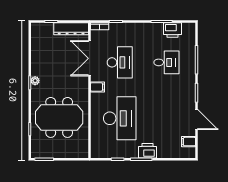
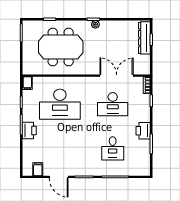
dresser: (71, 29) -> (144, 38), moved
printer: (173, 30) -> (143, 131), moved
filing cabinet: (97, 87) -> (27, 83), moved
meeting table: (59, 117) -> (61, 47), turned 90
door: (197, 120) -> (59, 177), hinge flipped

